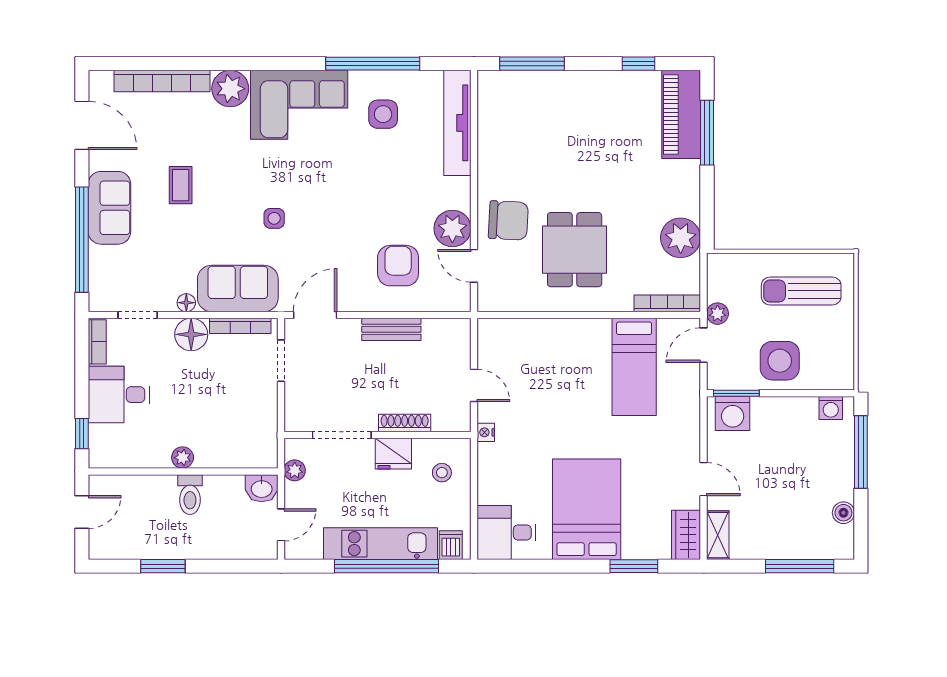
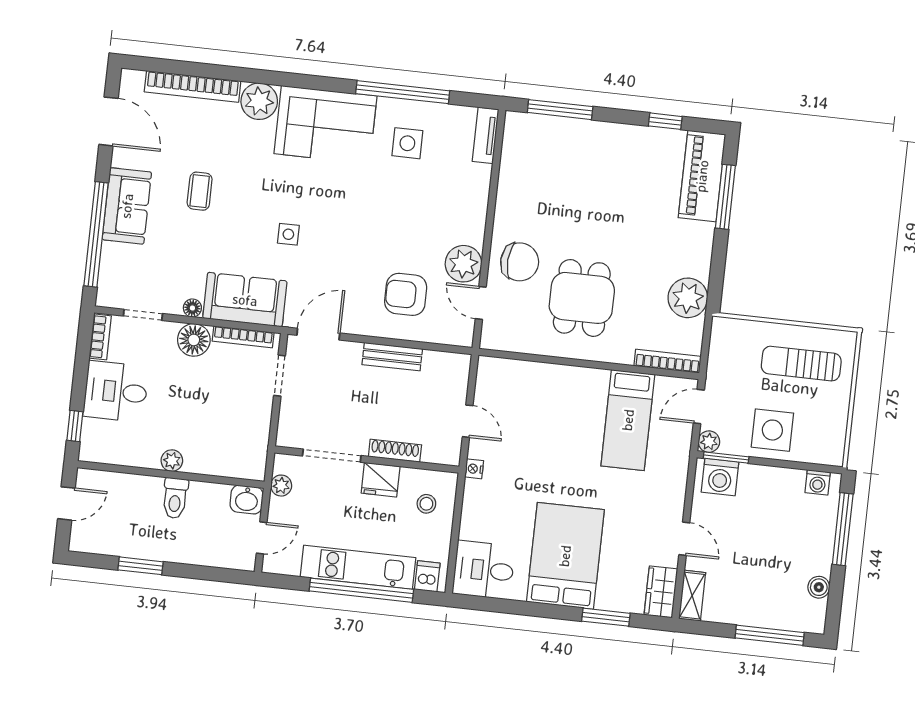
tv unit: (457, 123) -> (486, 135), width x0.52, depth x0.78
armchair: (398, 266) -> (406, 294), turned -90
plant: (718, 314) -> (709, 442), moved

